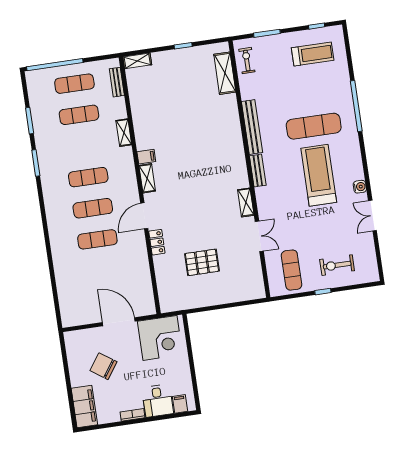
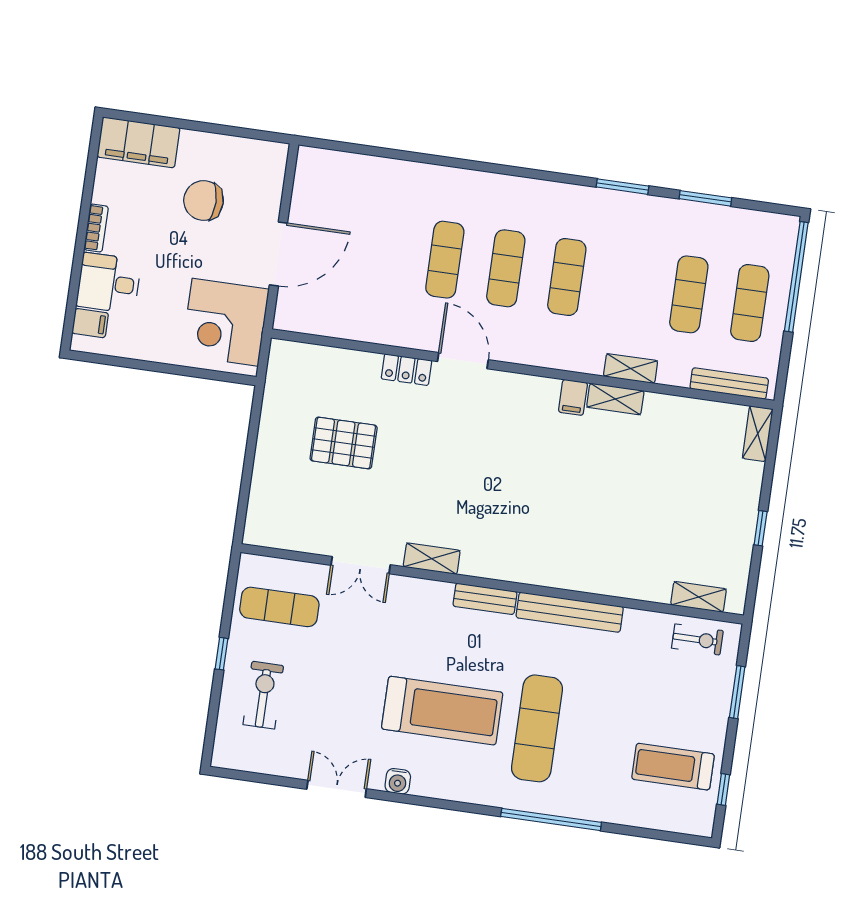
treadmill: (313, 54) -> (673, 767), turned 90
shelving: (225, 73) -> (699, 597), width x0.67, depth x0.75
bench: (117, 82) -> (729, 383), width x1.36
shelving: (147, 178) -> (615, 399), moved
pallet: (202, 262) -> (344, 443), turned 90
chair: (103, 366) -> (204, 201), turned -125

